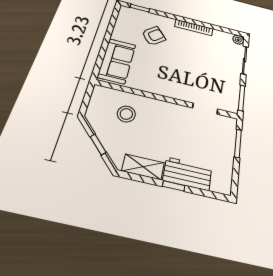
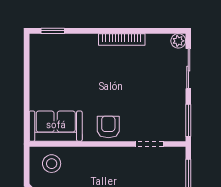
armchair: (154, 36) -> (108, 127), moved, turned -49
sofa: (117, 61) -> (56, 126), moved, turned -90
stool: (126, 114) -> (52, 164), moved

